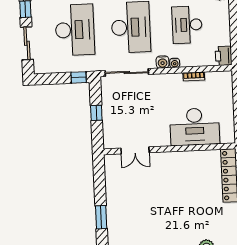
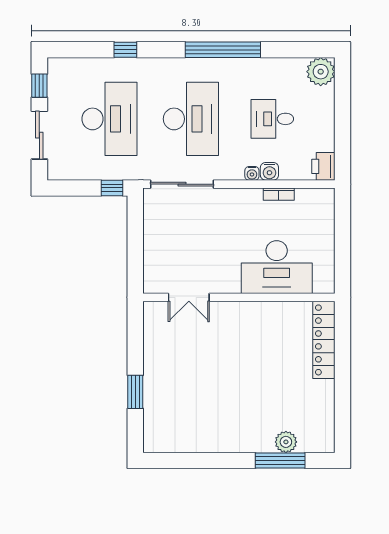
desk: (187, 25) -> (272, 119), width x0.73
water cooler: (163, 62) -> (269, 171), moved
window: (96, 113) -> (135, 241), removed

